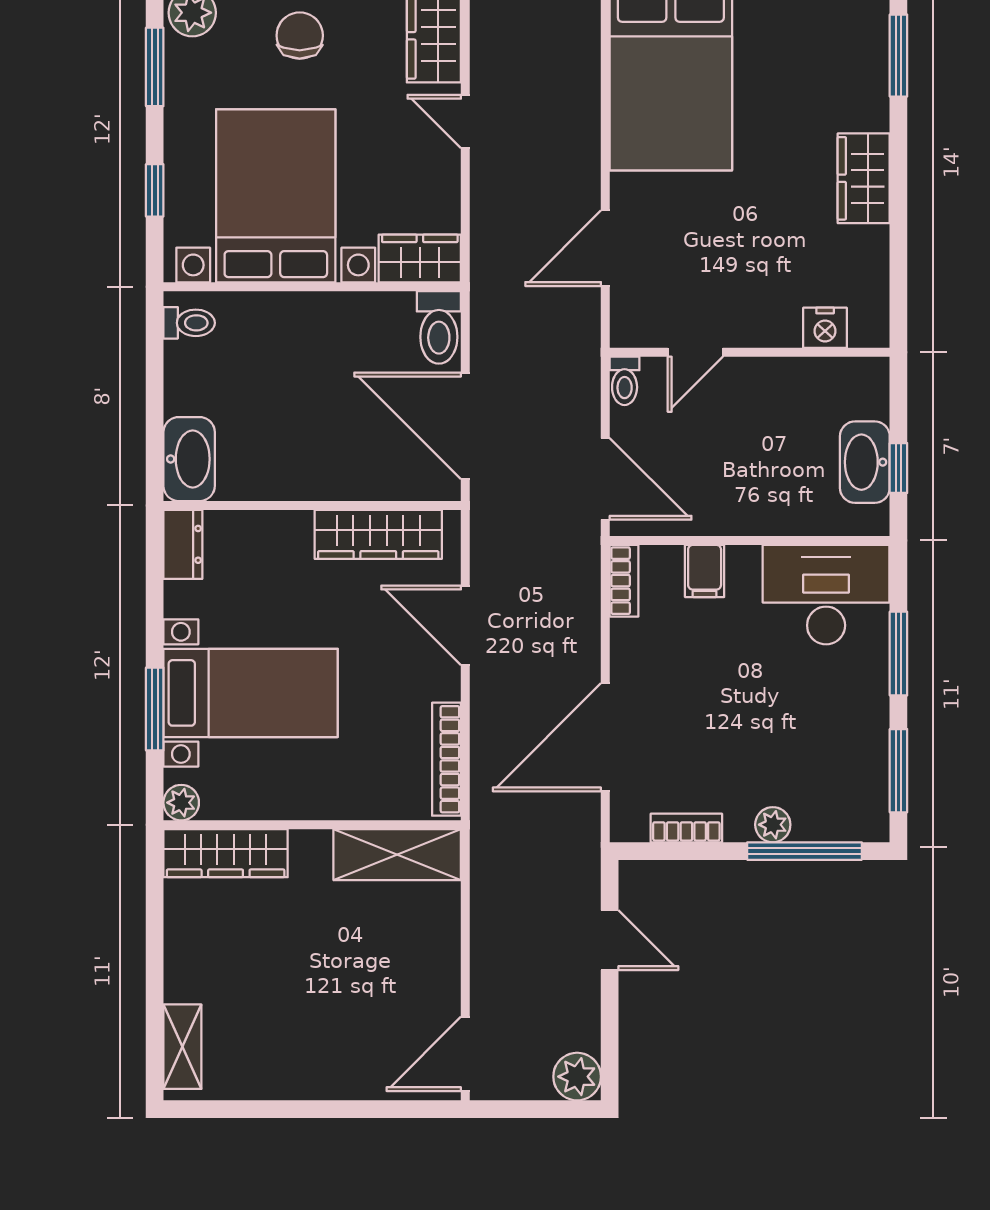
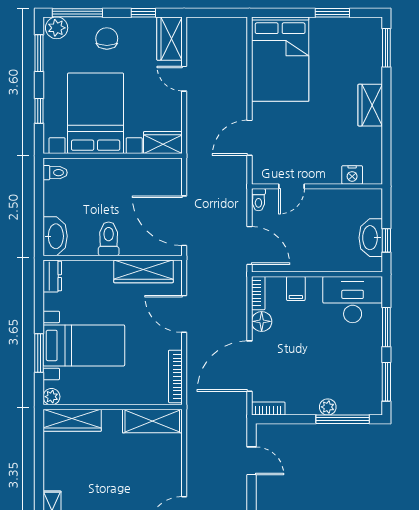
toilet: (439, 327) -> (109, 239), moved, turned 180
floor lamp: (631, 642) -> (262, 321), added
bookcase: (686, 828) -> (268, 409), moved

